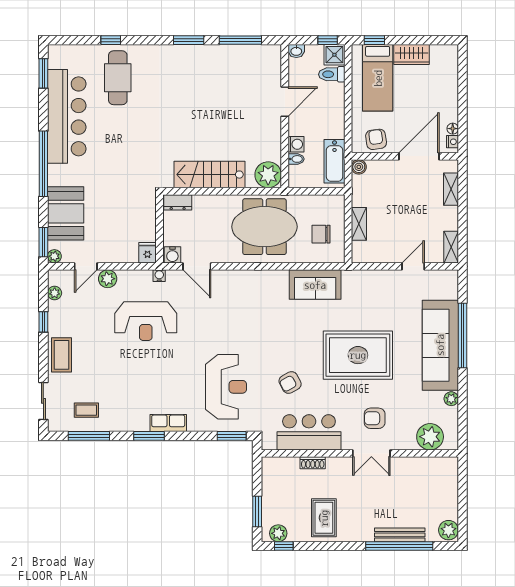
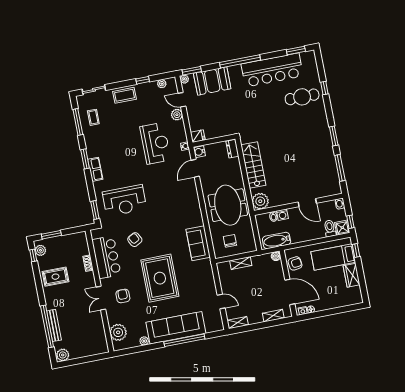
reception desk: (146, 321) -> (155, 143), turned 180

